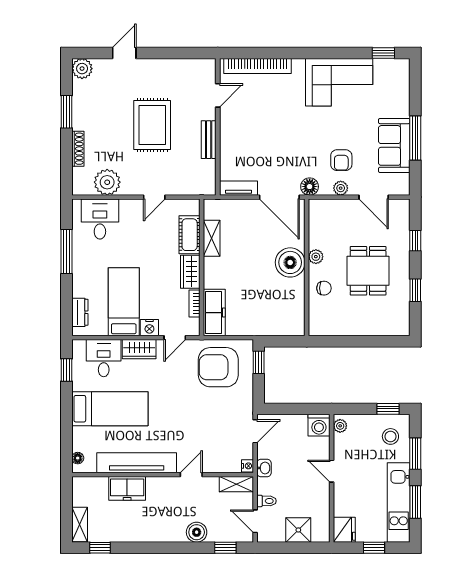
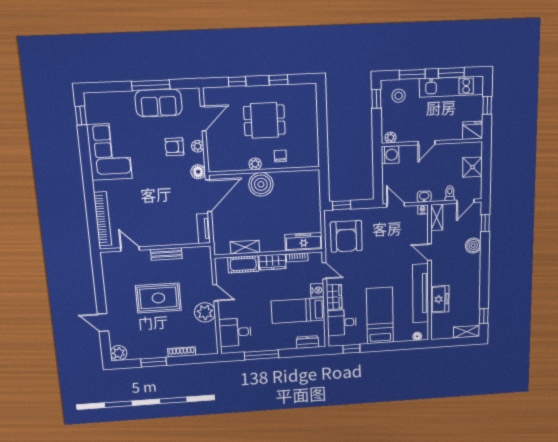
armchair: (341, 160) -> (174, 147), turned 180
plant: (107, 182) -> (205, 312), moved

